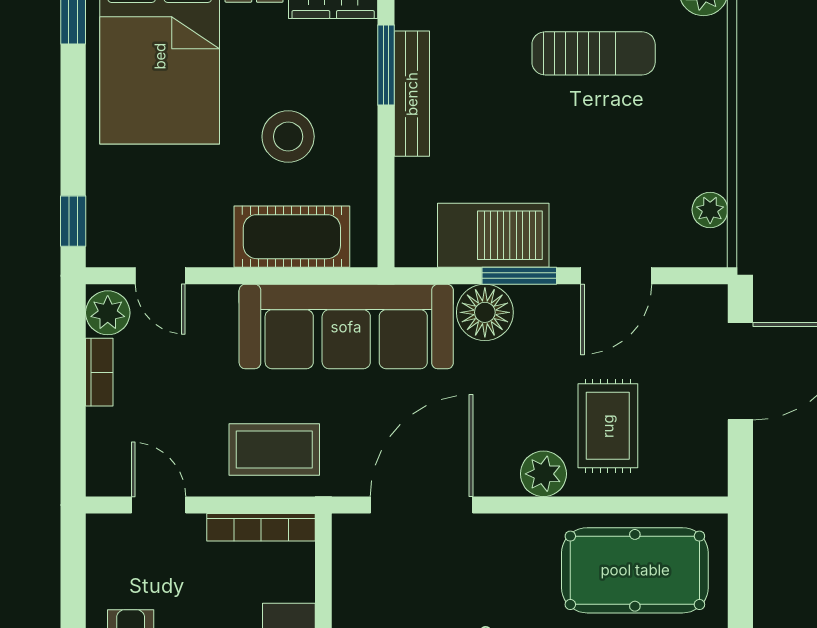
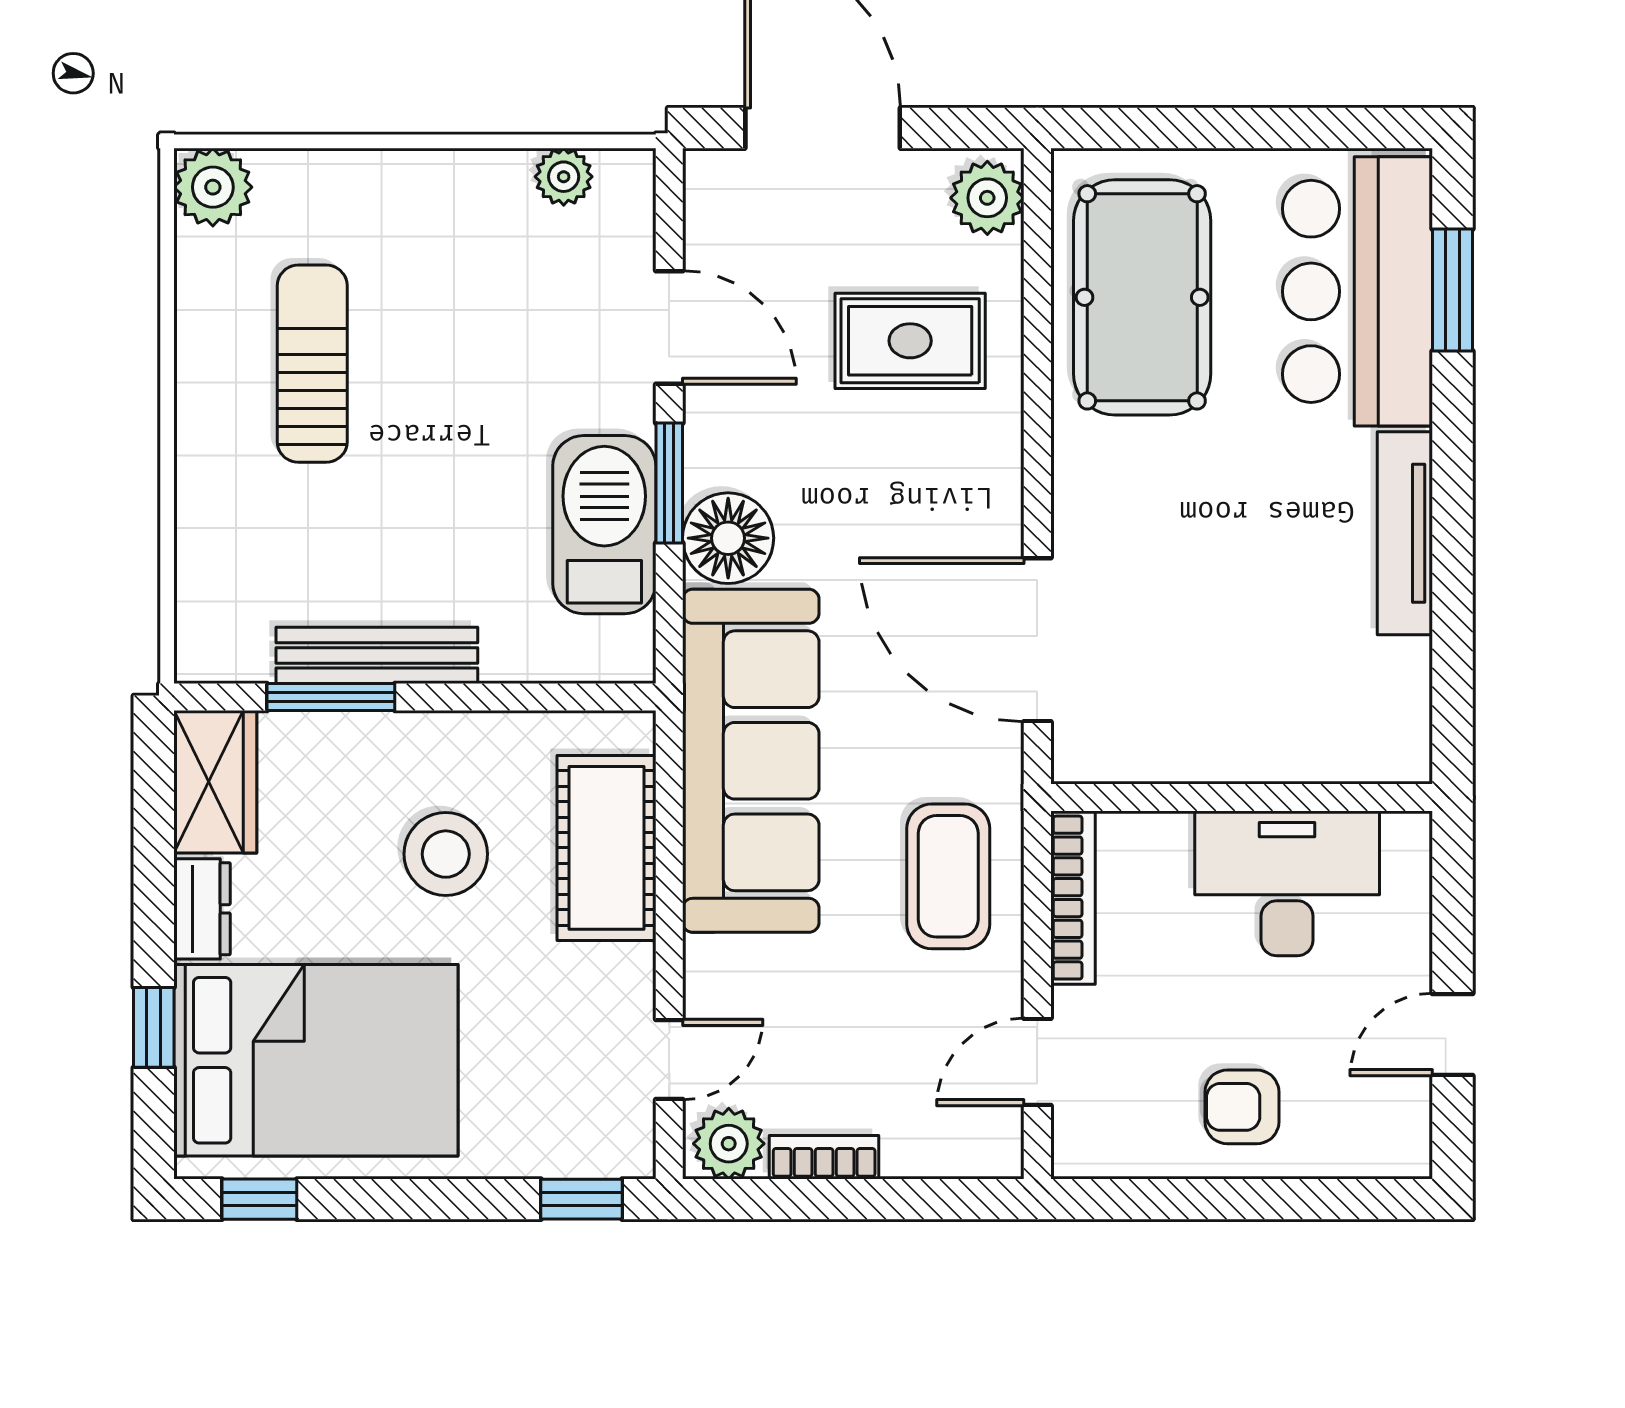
plant: (543, 474) -> (987, 198), moved

